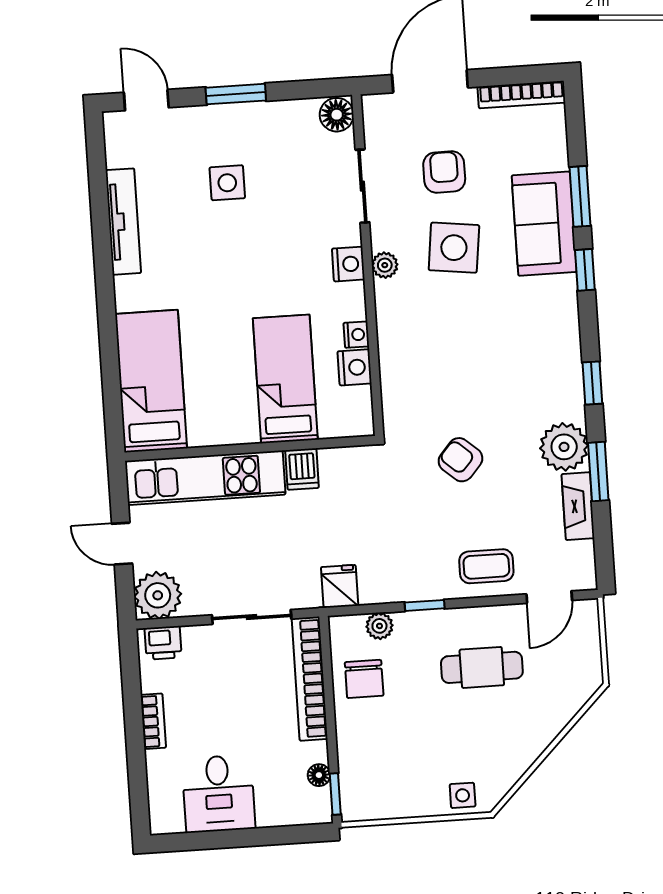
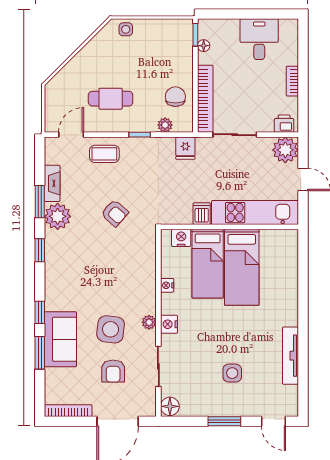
nightstand: (355, 367) -> (181, 238), moved, turned 90
bed: (151, 381) -> (242, 267), moved

